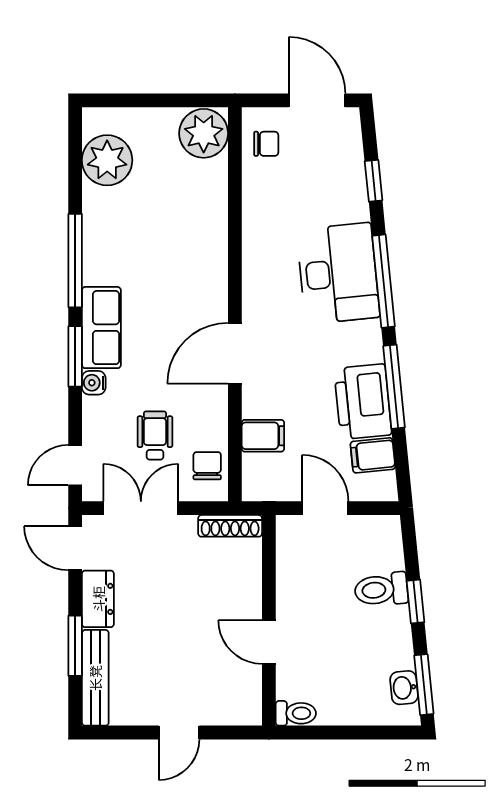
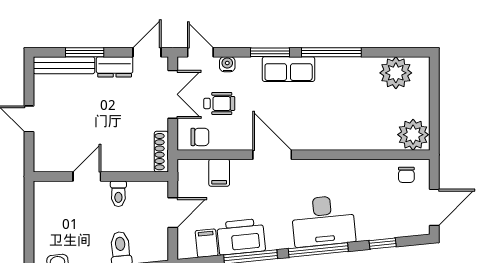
water cooler: (94, 383) -> (227, 64), moved
toilet: (296, 713) -> (118, 194), moved

